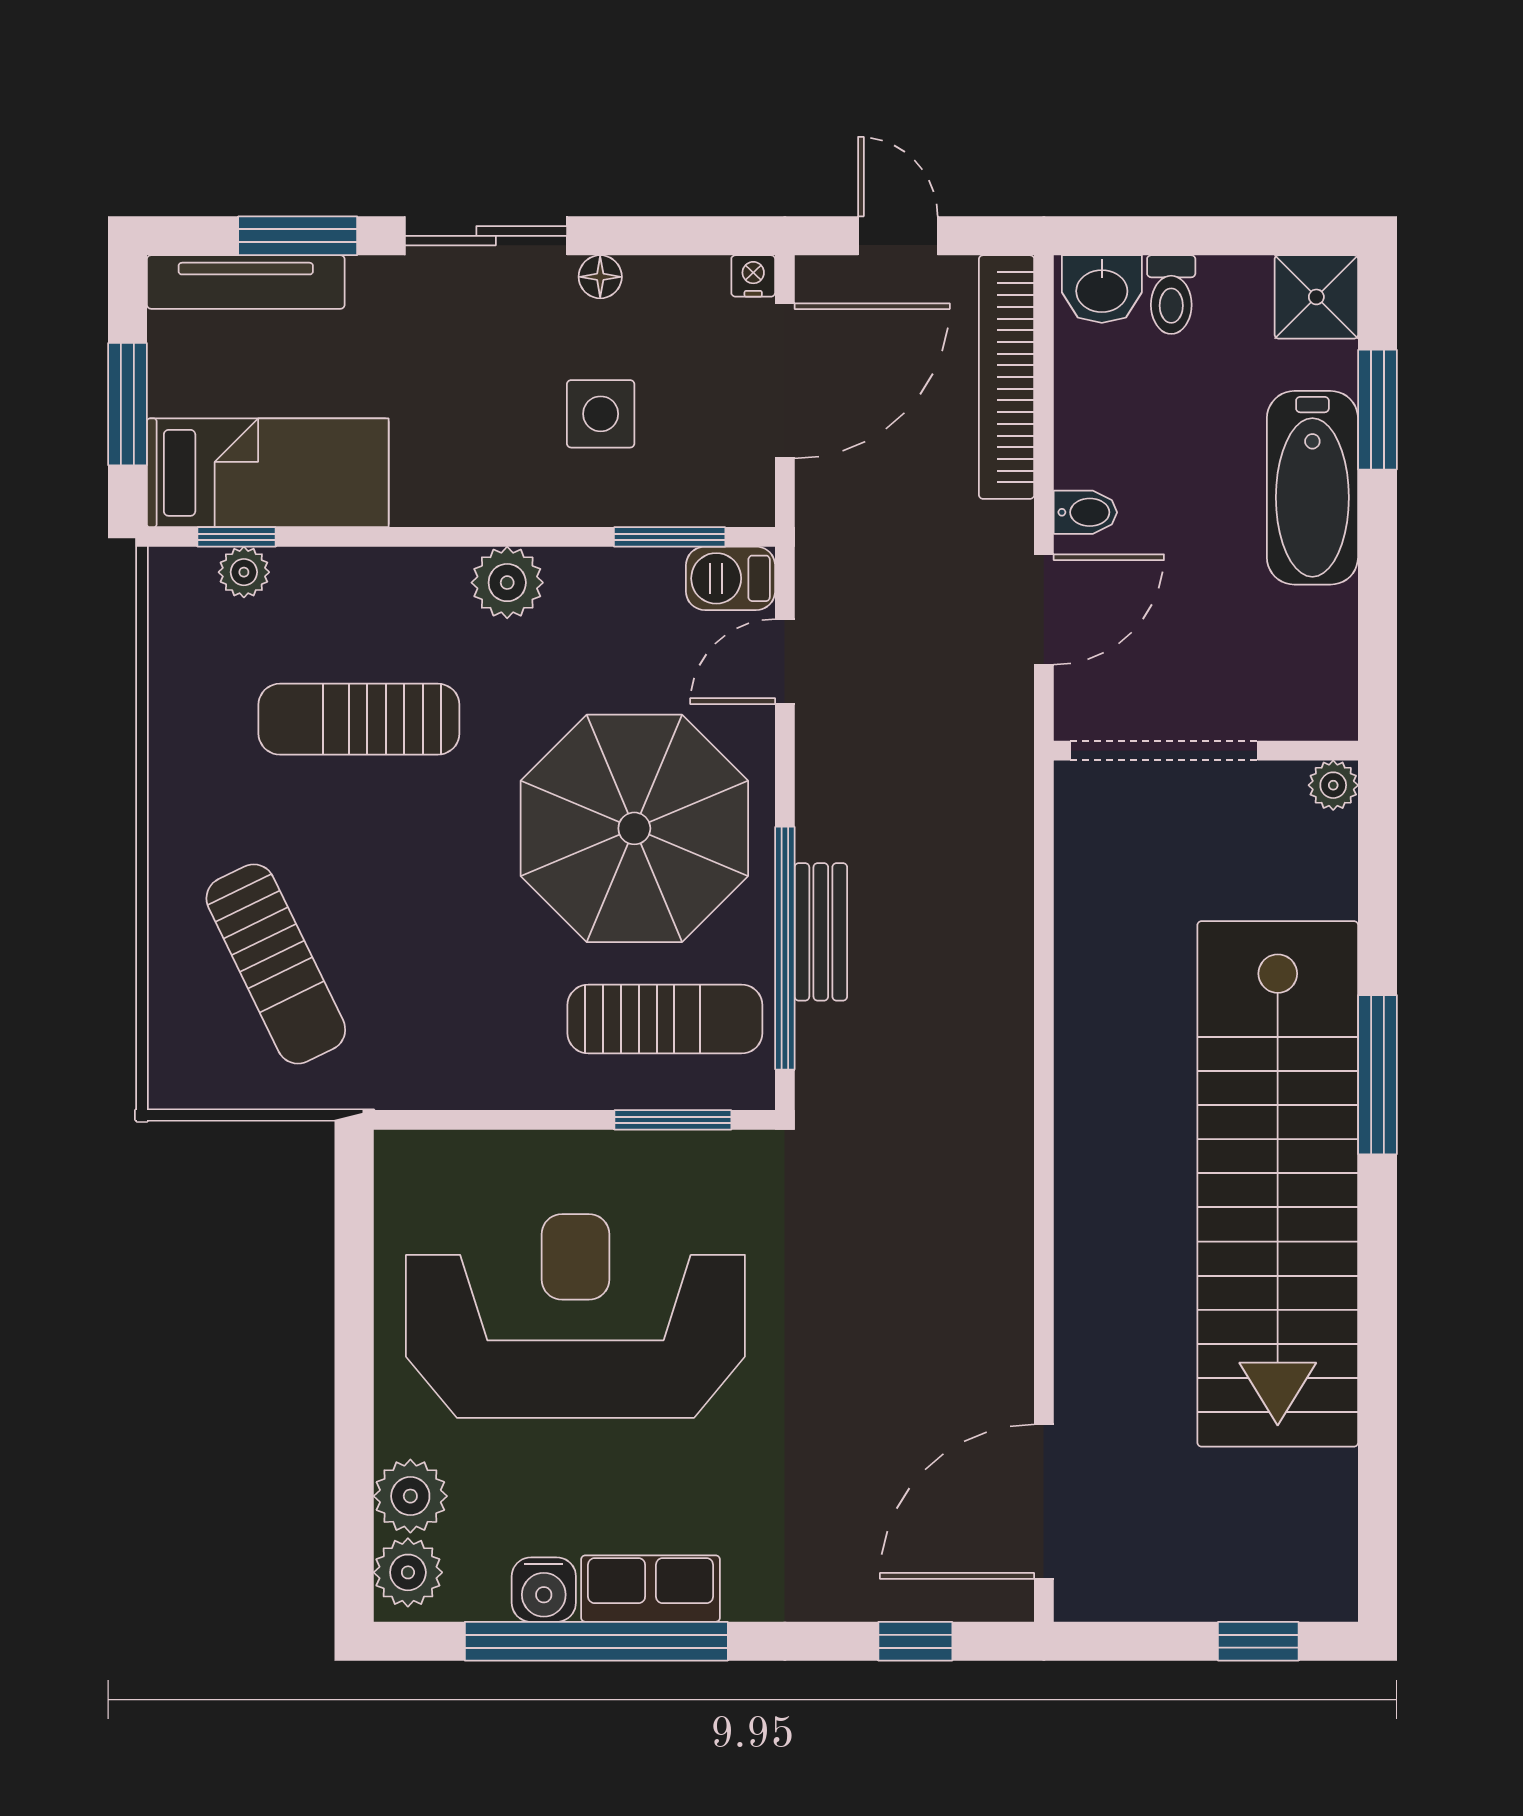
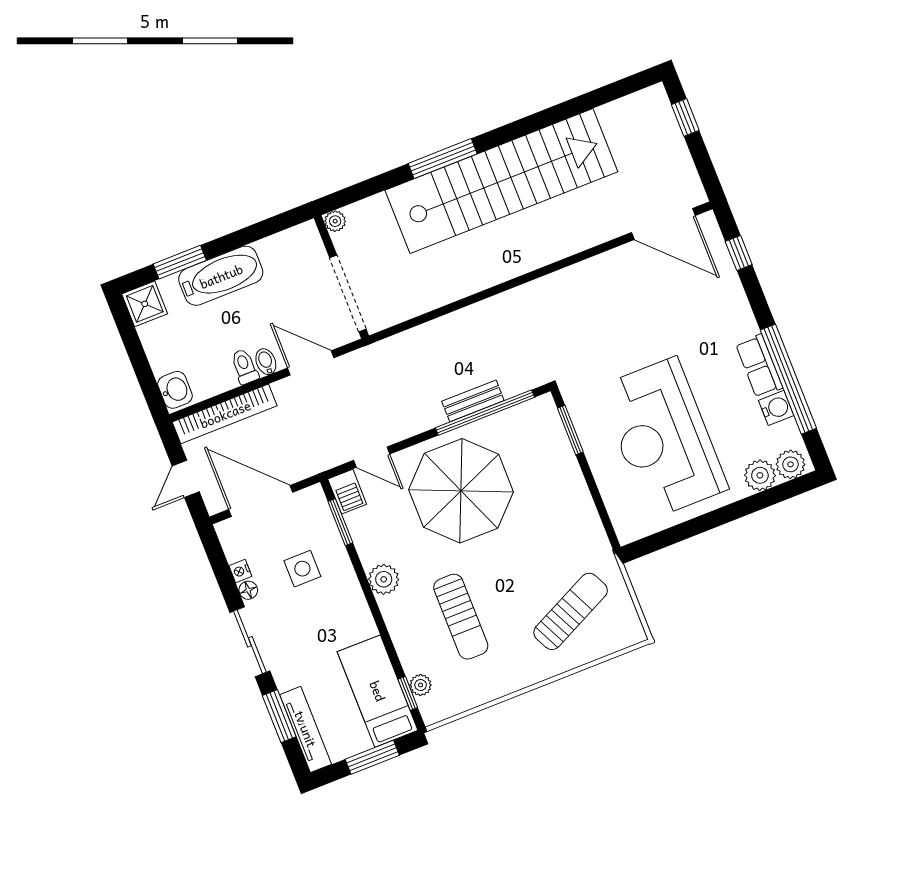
nightstand: (753, 276) -> (240, 571), moved
toilet: (1171, 295) -> (245, 367), moved, turned -90
sun lounger: (665, 1019) -> (532, 449), removed

